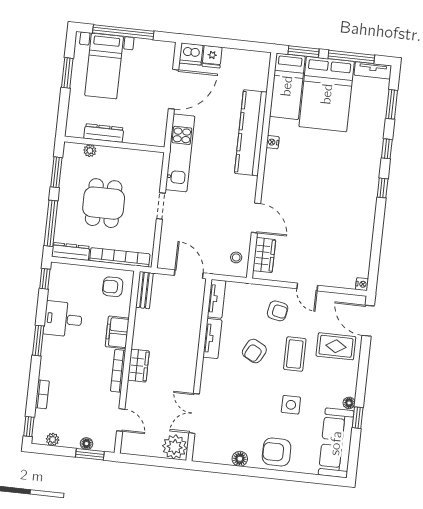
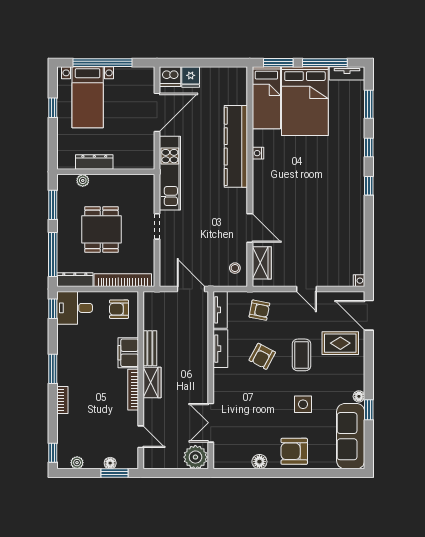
window: (67, 73) -> (53, 108), width x0.67
bench: (144, 290) -> (150, 348), moved
armchair: (278, 311) -> (259, 310), moved
desk: (63, 319) -> (75, 308), moved
bookcase: (42, 394) -> (62, 400), moved

